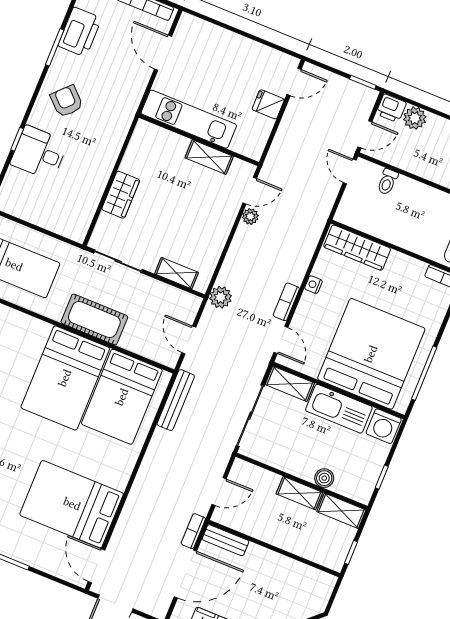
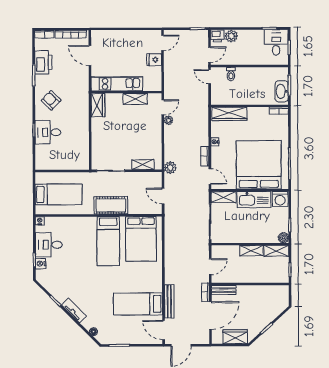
wardrobe: (121, 195) -> (98, 105), moved
bed: (65, 378) -> (108, 241), width x0.67
bench: (176, 400) -> (169, 301), moved
boiler: (324, 478) -> (283, 238), moved
bed: (72, 504) -> (138, 304), width x0.67

